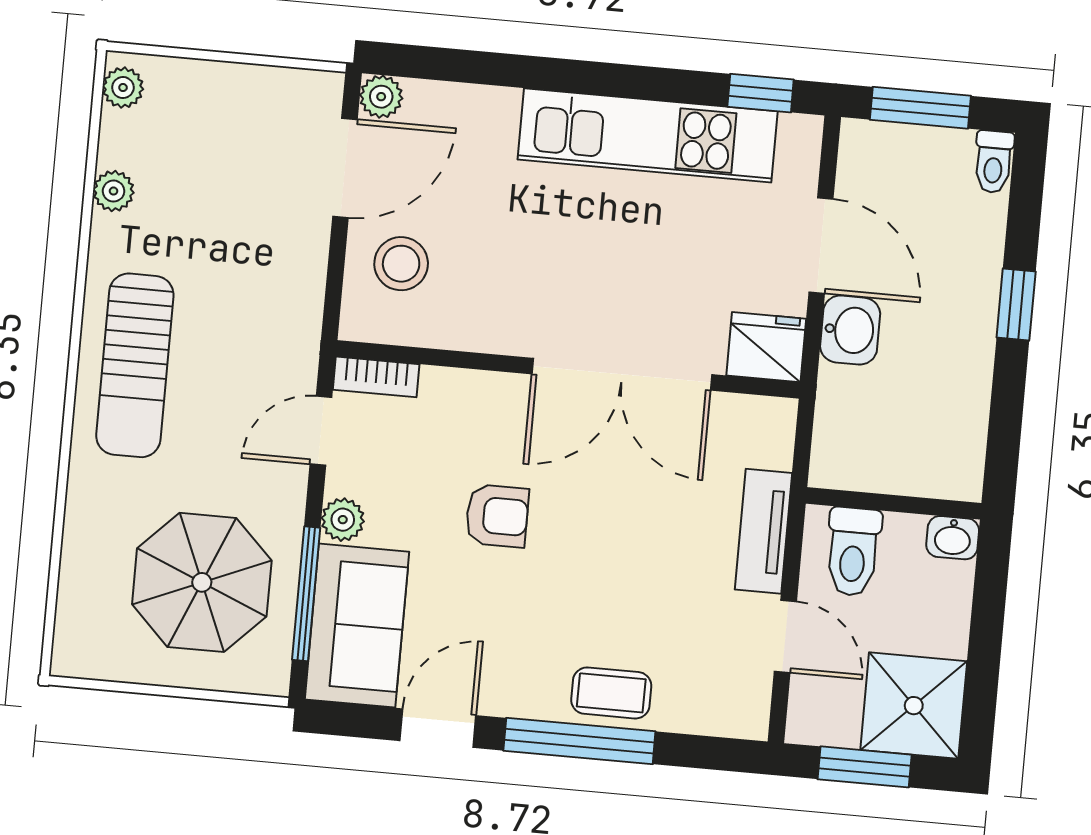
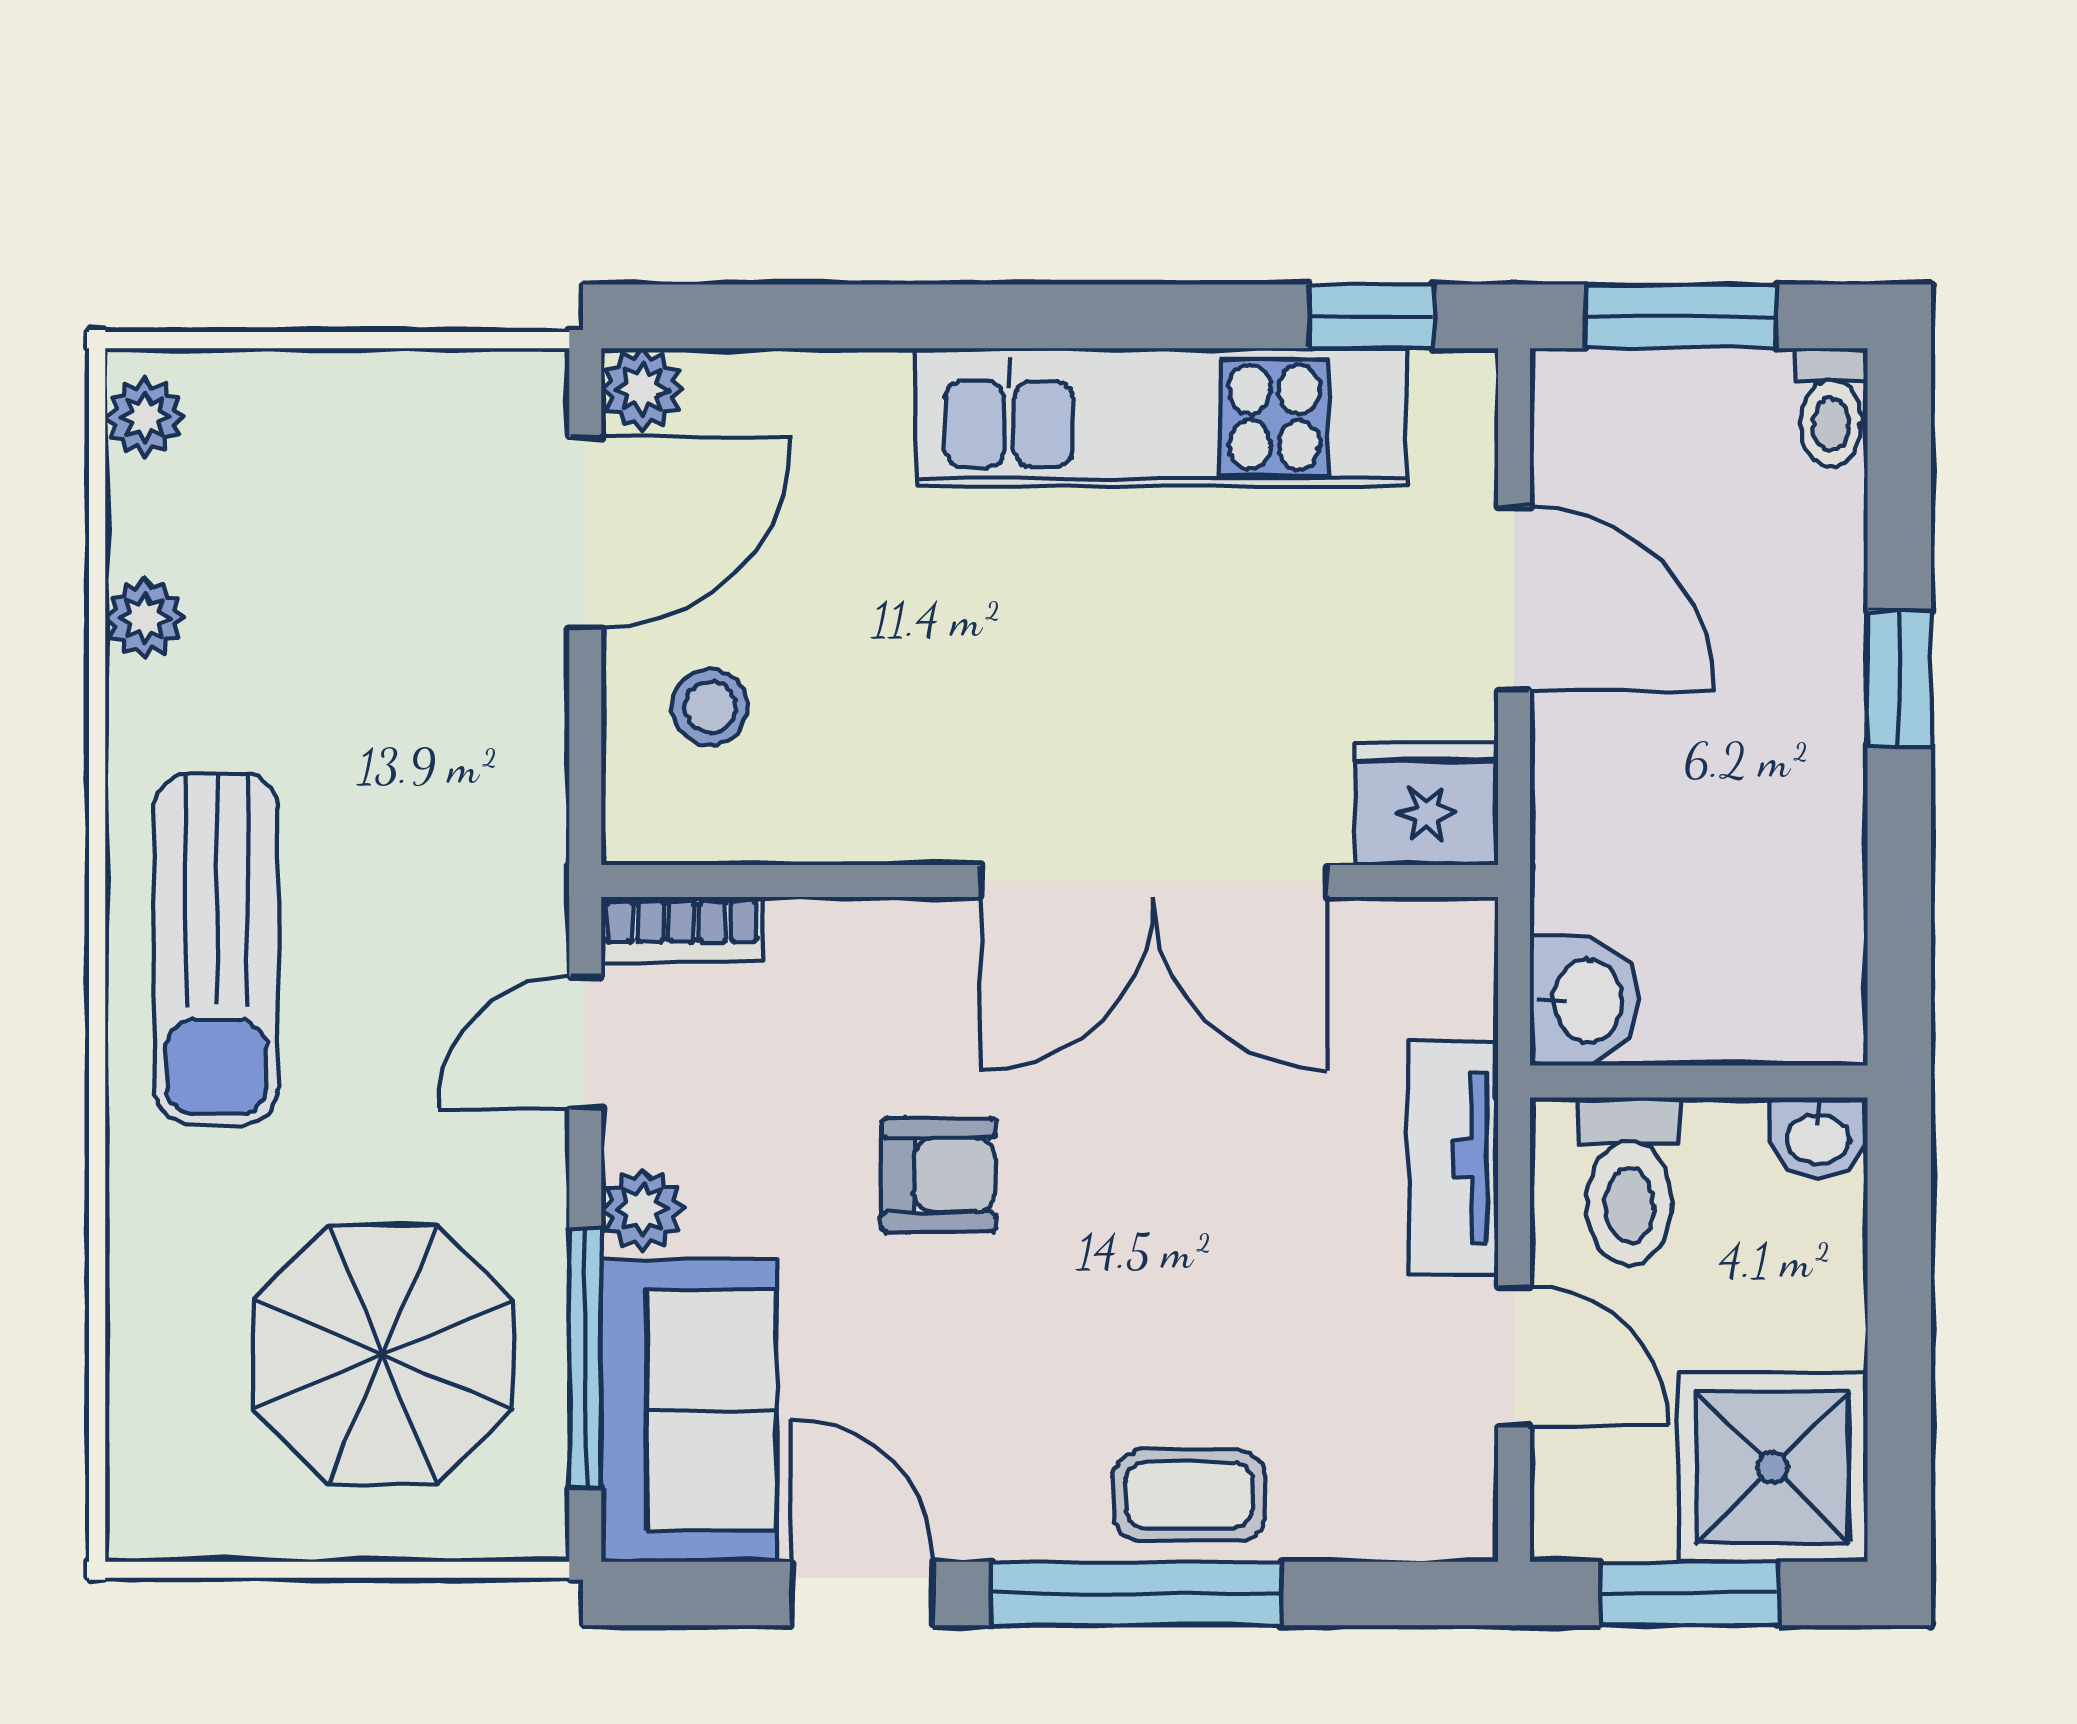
stool: (401, 264) -> (710, 707), width x0.73, depth x0.73
washbasin: (850, 330) -> (1585, 1001), moved
door: (438, 728) -> (862, 1593), hinge flipped

